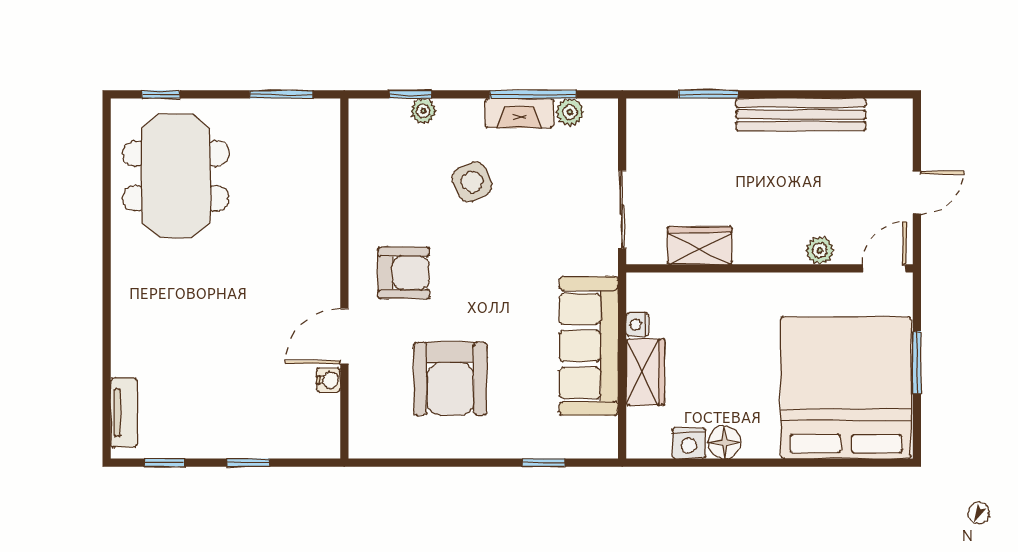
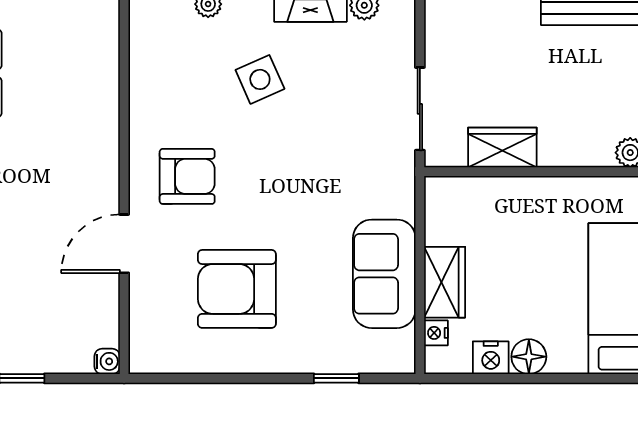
nightstand: (637, 325) -> (436, 333), moved
sofa: (589, 346) -> (384, 274), width x0.73
armchair: (450, 379) -> (237, 289), turned 90
water cooler: (328, 380) -> (107, 361), moved

